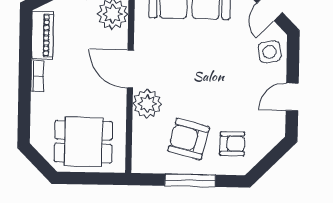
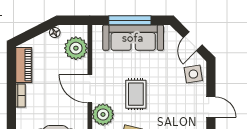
rug: (192, 77) -> (136, 94), added
door: (292, 97) -> (211, 107), swing flipped

